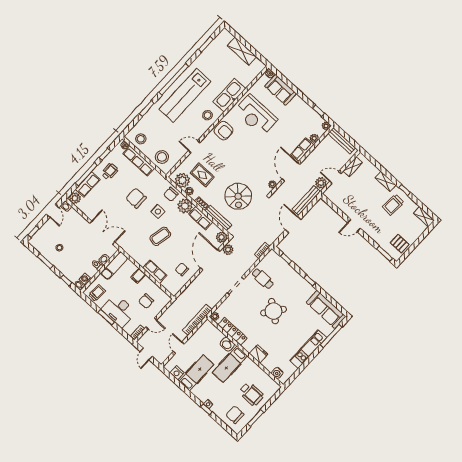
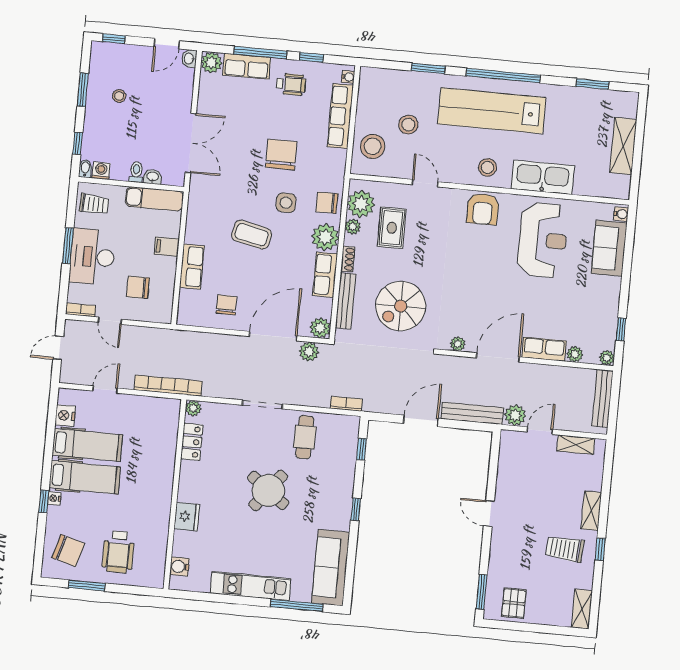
reception desk: (256, 115) -> (543, 240), turned 180
stool: (141, 139) -> (408, 125), moved
door: (335, 177) -> (540, 431), hinge flipped
locker: (232, 331) -> (192, 442), width x0.66
washbasin: (227, 344) -> (166, 459), removed
hospital bed: (230, 364) -> (85, 477), moved, turned 180
chair: (235, 415) -> (68, 551), turned 106

